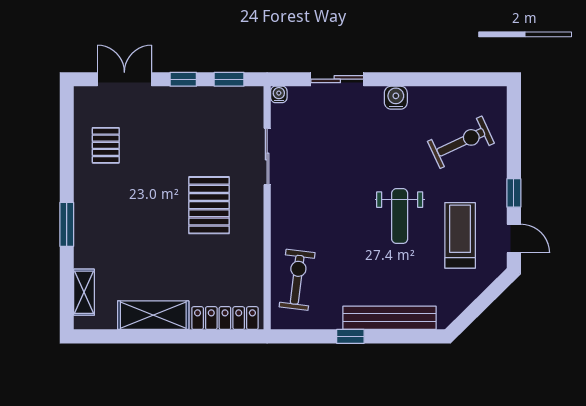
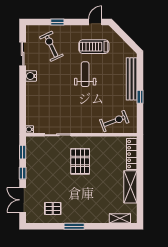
sliding door: (337, 79) -> (23, 54), moved
window: (514, 193) -> (57, 22), moved
pallet: (209, 205) -> (80, 161), turned 90
weight bench: (400, 216) -> (85, 74), turned -90
window: (67, 224) -> (74, 226), moved
exercise bike: (297, 280) -> (114, 121), turned 152

